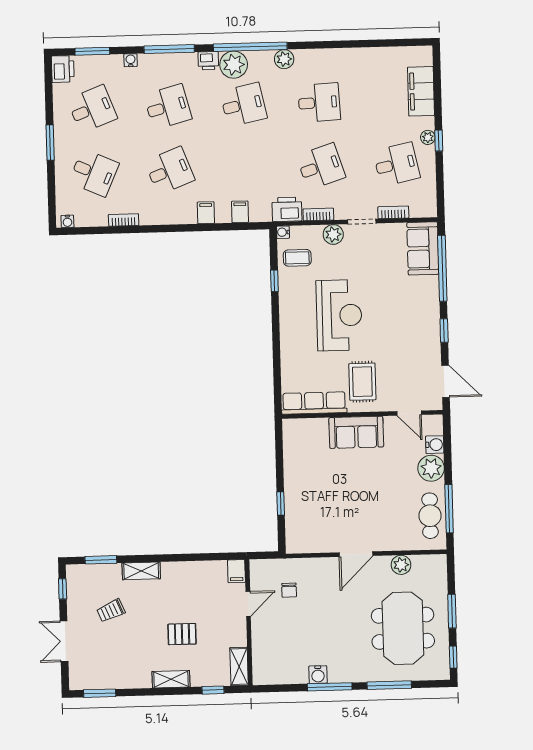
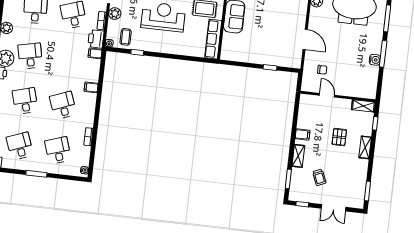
desk: (94, 173) -> (58, 150), turned -42
filing cabinet: (240, 212) -> (95, 53), moved
door: (356, 554) -> (305, 39), moved
filing cabinet: (236, 571) -> (303, 134), moved

